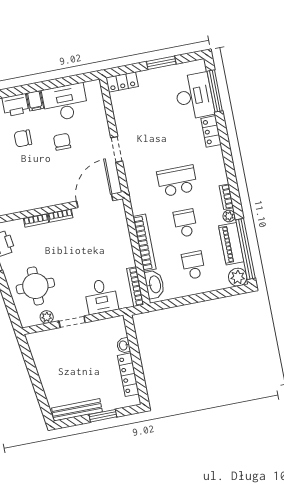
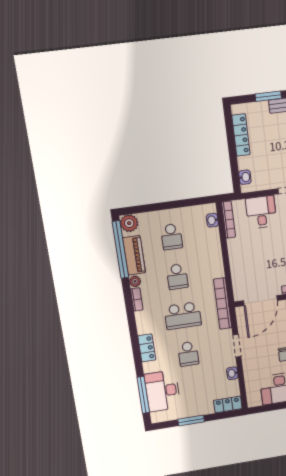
washbasin: (120, 118) -> (232, 373), added
locker: (211, 131) -> (147, 348), moved
school desk: (169, 139) -> (188, 354), added
bookcase: (144, 243) -> (223, 304), moved
washbasin: (155, 284) -> (212, 220), width x0.52, depth x0.69
washbasin: (124, 345) -> (245, 177), moved

